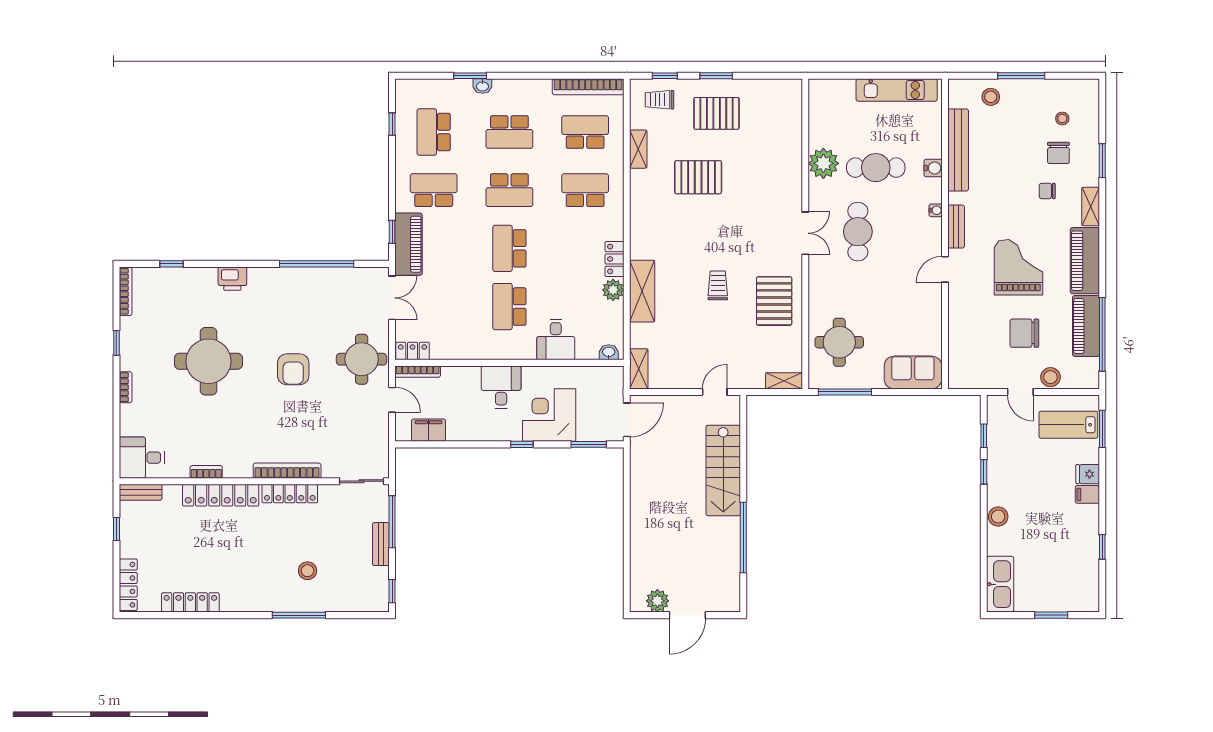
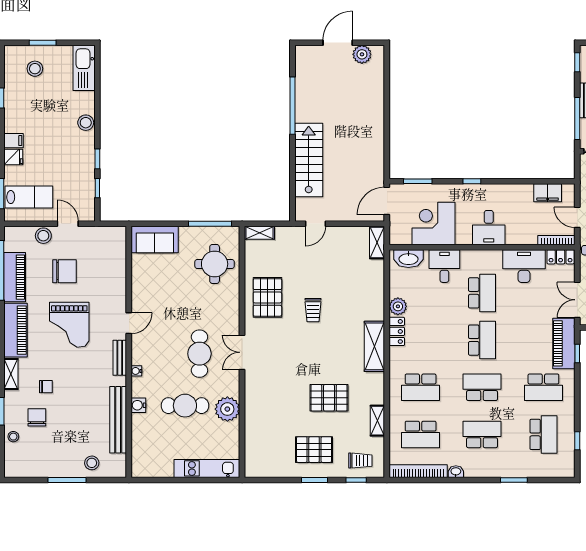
washbasin: (482, 86) -> (456, 472), moved
kitchen unit: (897, 90) -> (207, 468), moved
stool: (1062, 119) -> (13, 437), moved
shelving: (642, 291) -> (374, 346), moved
desk: (458, 340) -> (524, 266), added
washbasin: (609, 352) -> (408, 259), width x1.91, depth x1.45
corner desk: (549, 415) -> (434, 223), moved, turned 180
stool: (1061, 583) -> (35, 69), added

